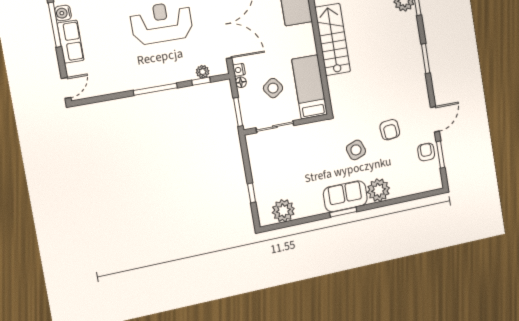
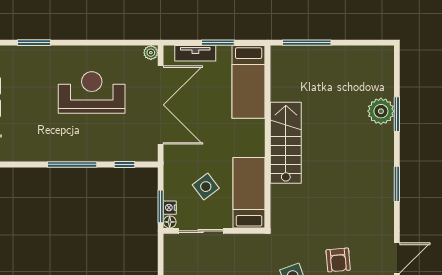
nightstand: (239, 70) -> (170, 208), moved
plant: (203, 72) -> (128, 154), removed
floor lamp: (241, 82) -> (170, 222), moved

